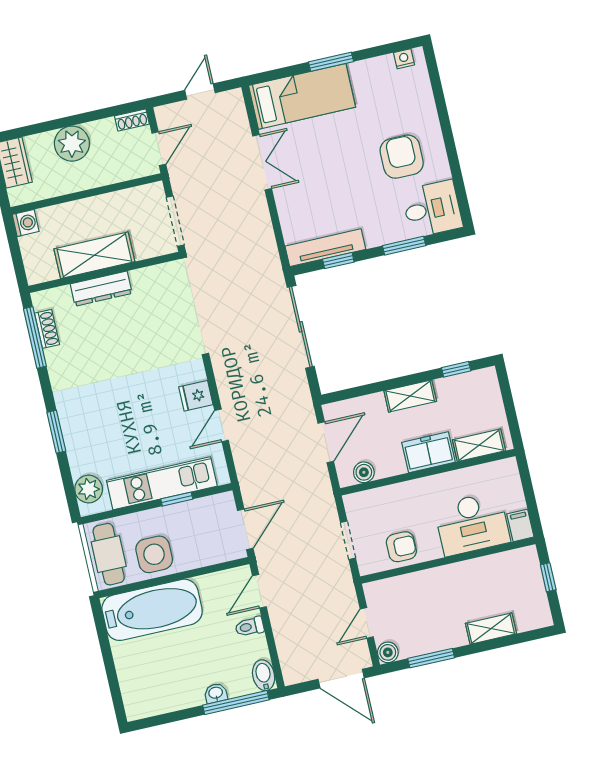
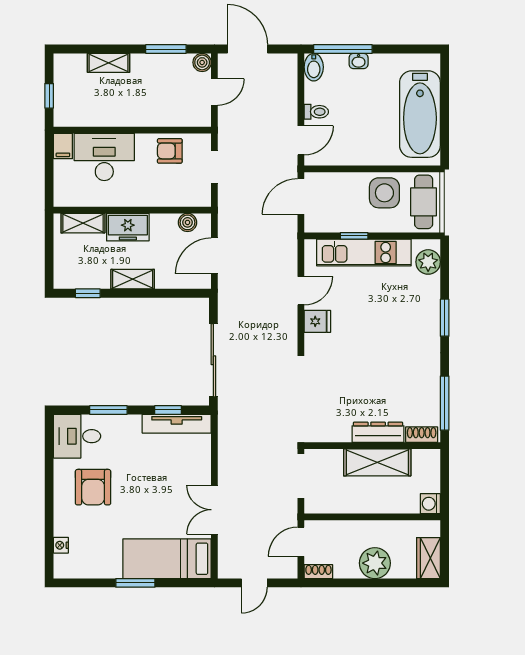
nightstand: (404, 59) -> (61, 545), moved, turned 90
shoe rack: (47, 329) -> (422, 435), moved, turned 90
bathtub: (152, 610) -> (420, 114), moved, turned -90

